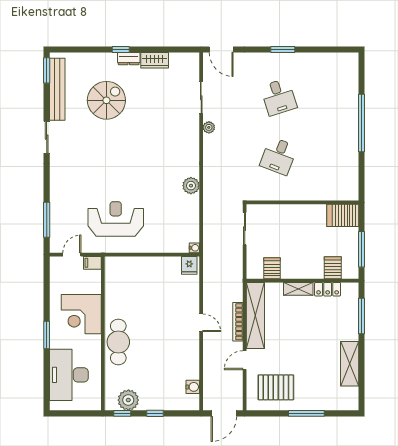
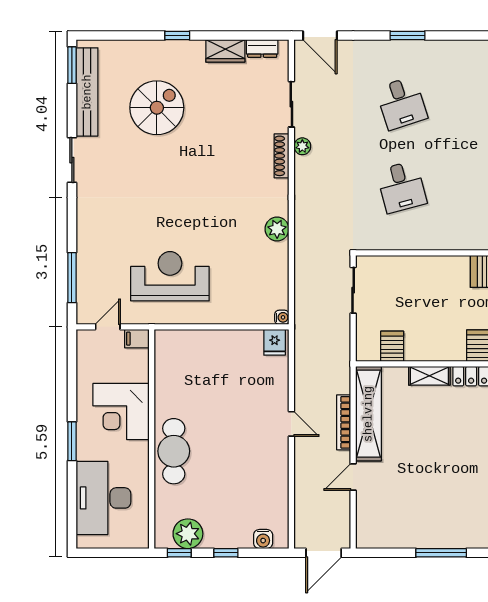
dresser: (129, 59) -> (262, 48), moved
shoe rack: (194, 134) -> (282, 156), added
desk: (279, 156) -> (401, 187), turned -36
water cooler: (193, 387) -> (263, 539), moved, turned 90
pallet: (276, 387) -> (398, 516), removed

